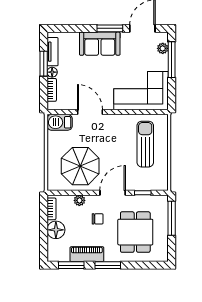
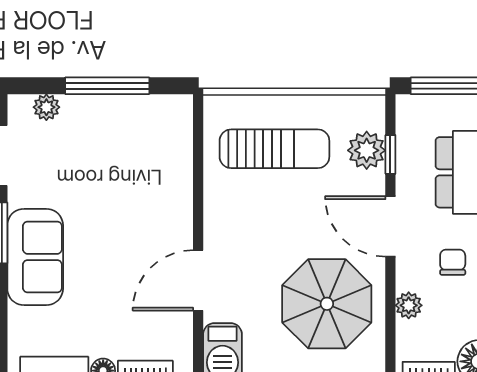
window: (172, 60) -> (107, 86), moved
corner sofa: (141, 91) -> (147, 159), removed
sun lounger: (145, 144) -> (274, 149), turned 180
plant: (145, 183) -> (367, 150), added

